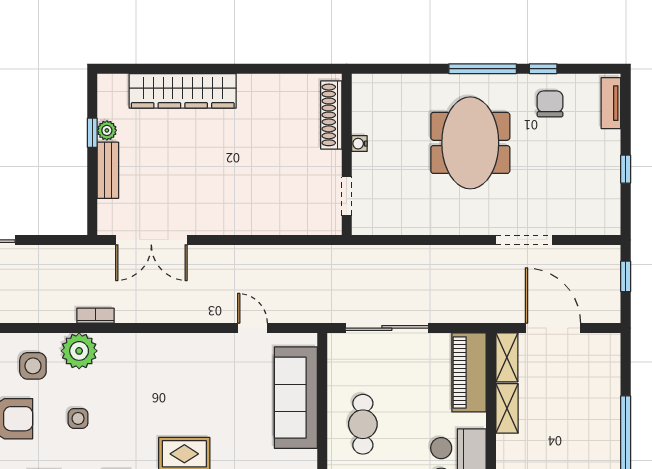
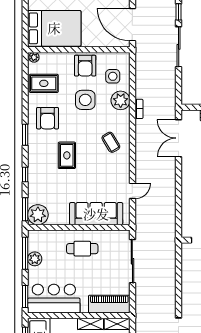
coffee table: (159, 369) -> (111, 142), added
side table: (78, 418) -> (85, 100), width x1.87, depth x1.87

